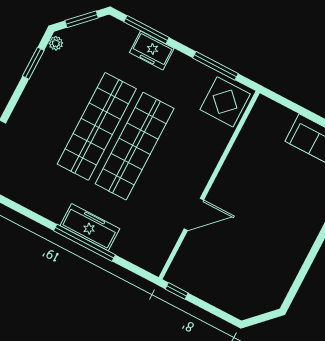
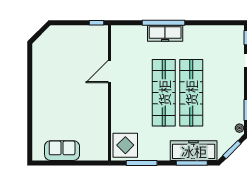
freezer: (152, 50) -> (194, 151), width x1.91, depth x1.26

